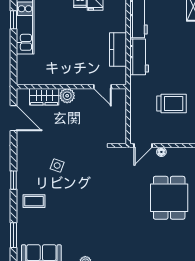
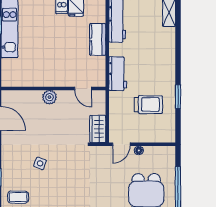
kitchen counter: (118, 50) -> (98, 39), moved
workbench: (139, 57) -> (118, 74), moved
wardrobe: (44, 97) -> (98, 129), moved, turned 90

